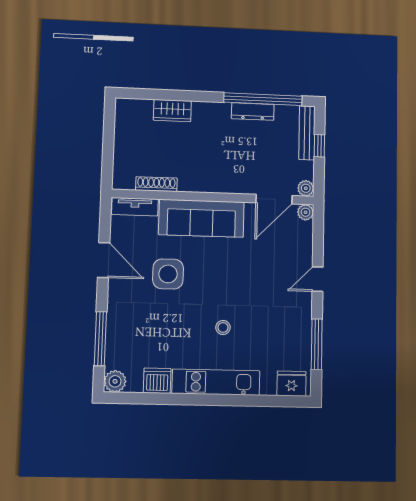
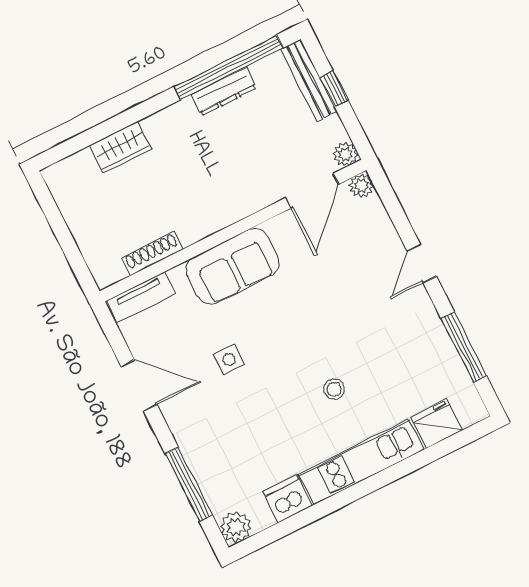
sofa: (201, 218) -> (233, 266), width x0.73
side table: (168, 274) -> (229, 359), width x0.54, depth x0.54
fridge: (291, 384) -> (437, 424), moved

